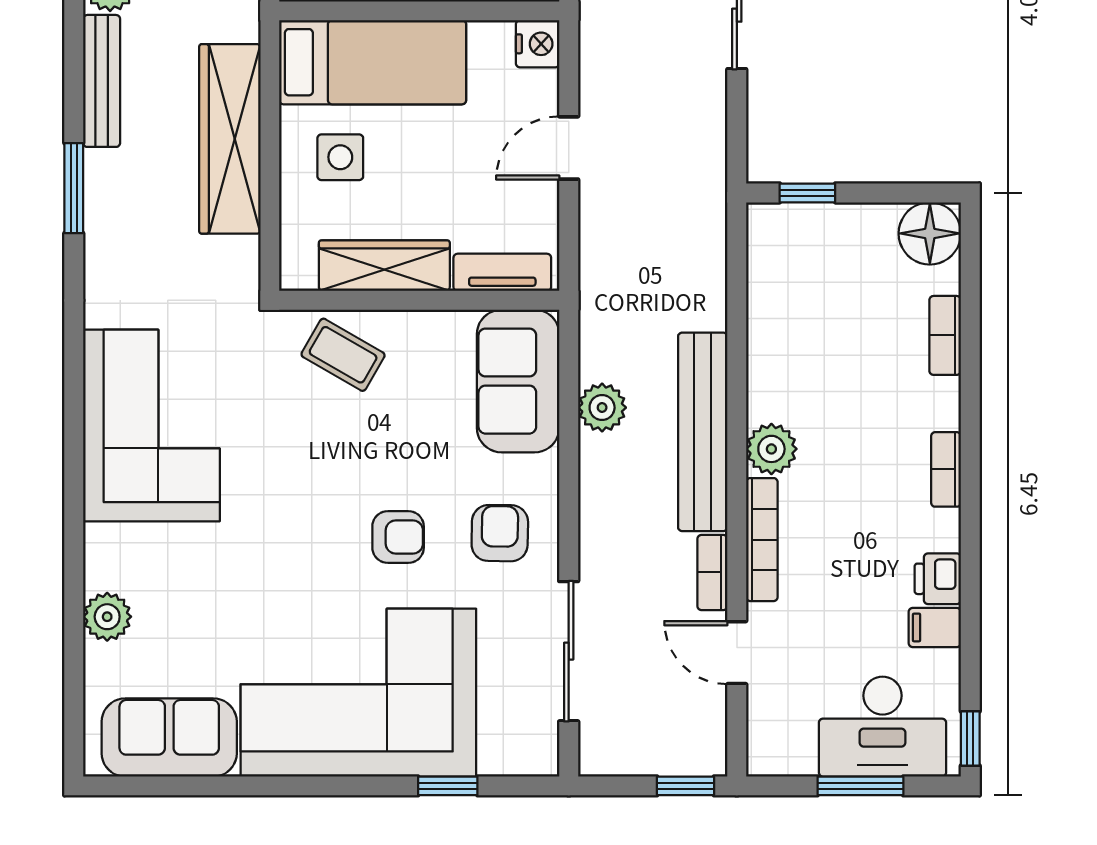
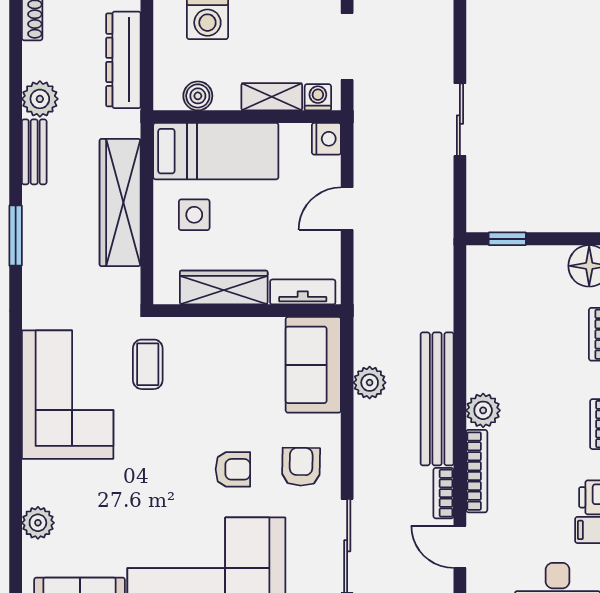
bench: (102, 81) -> (34, 152), width x0.73
coffee table: (343, 355) -> (148, 364), moved, turned 60

